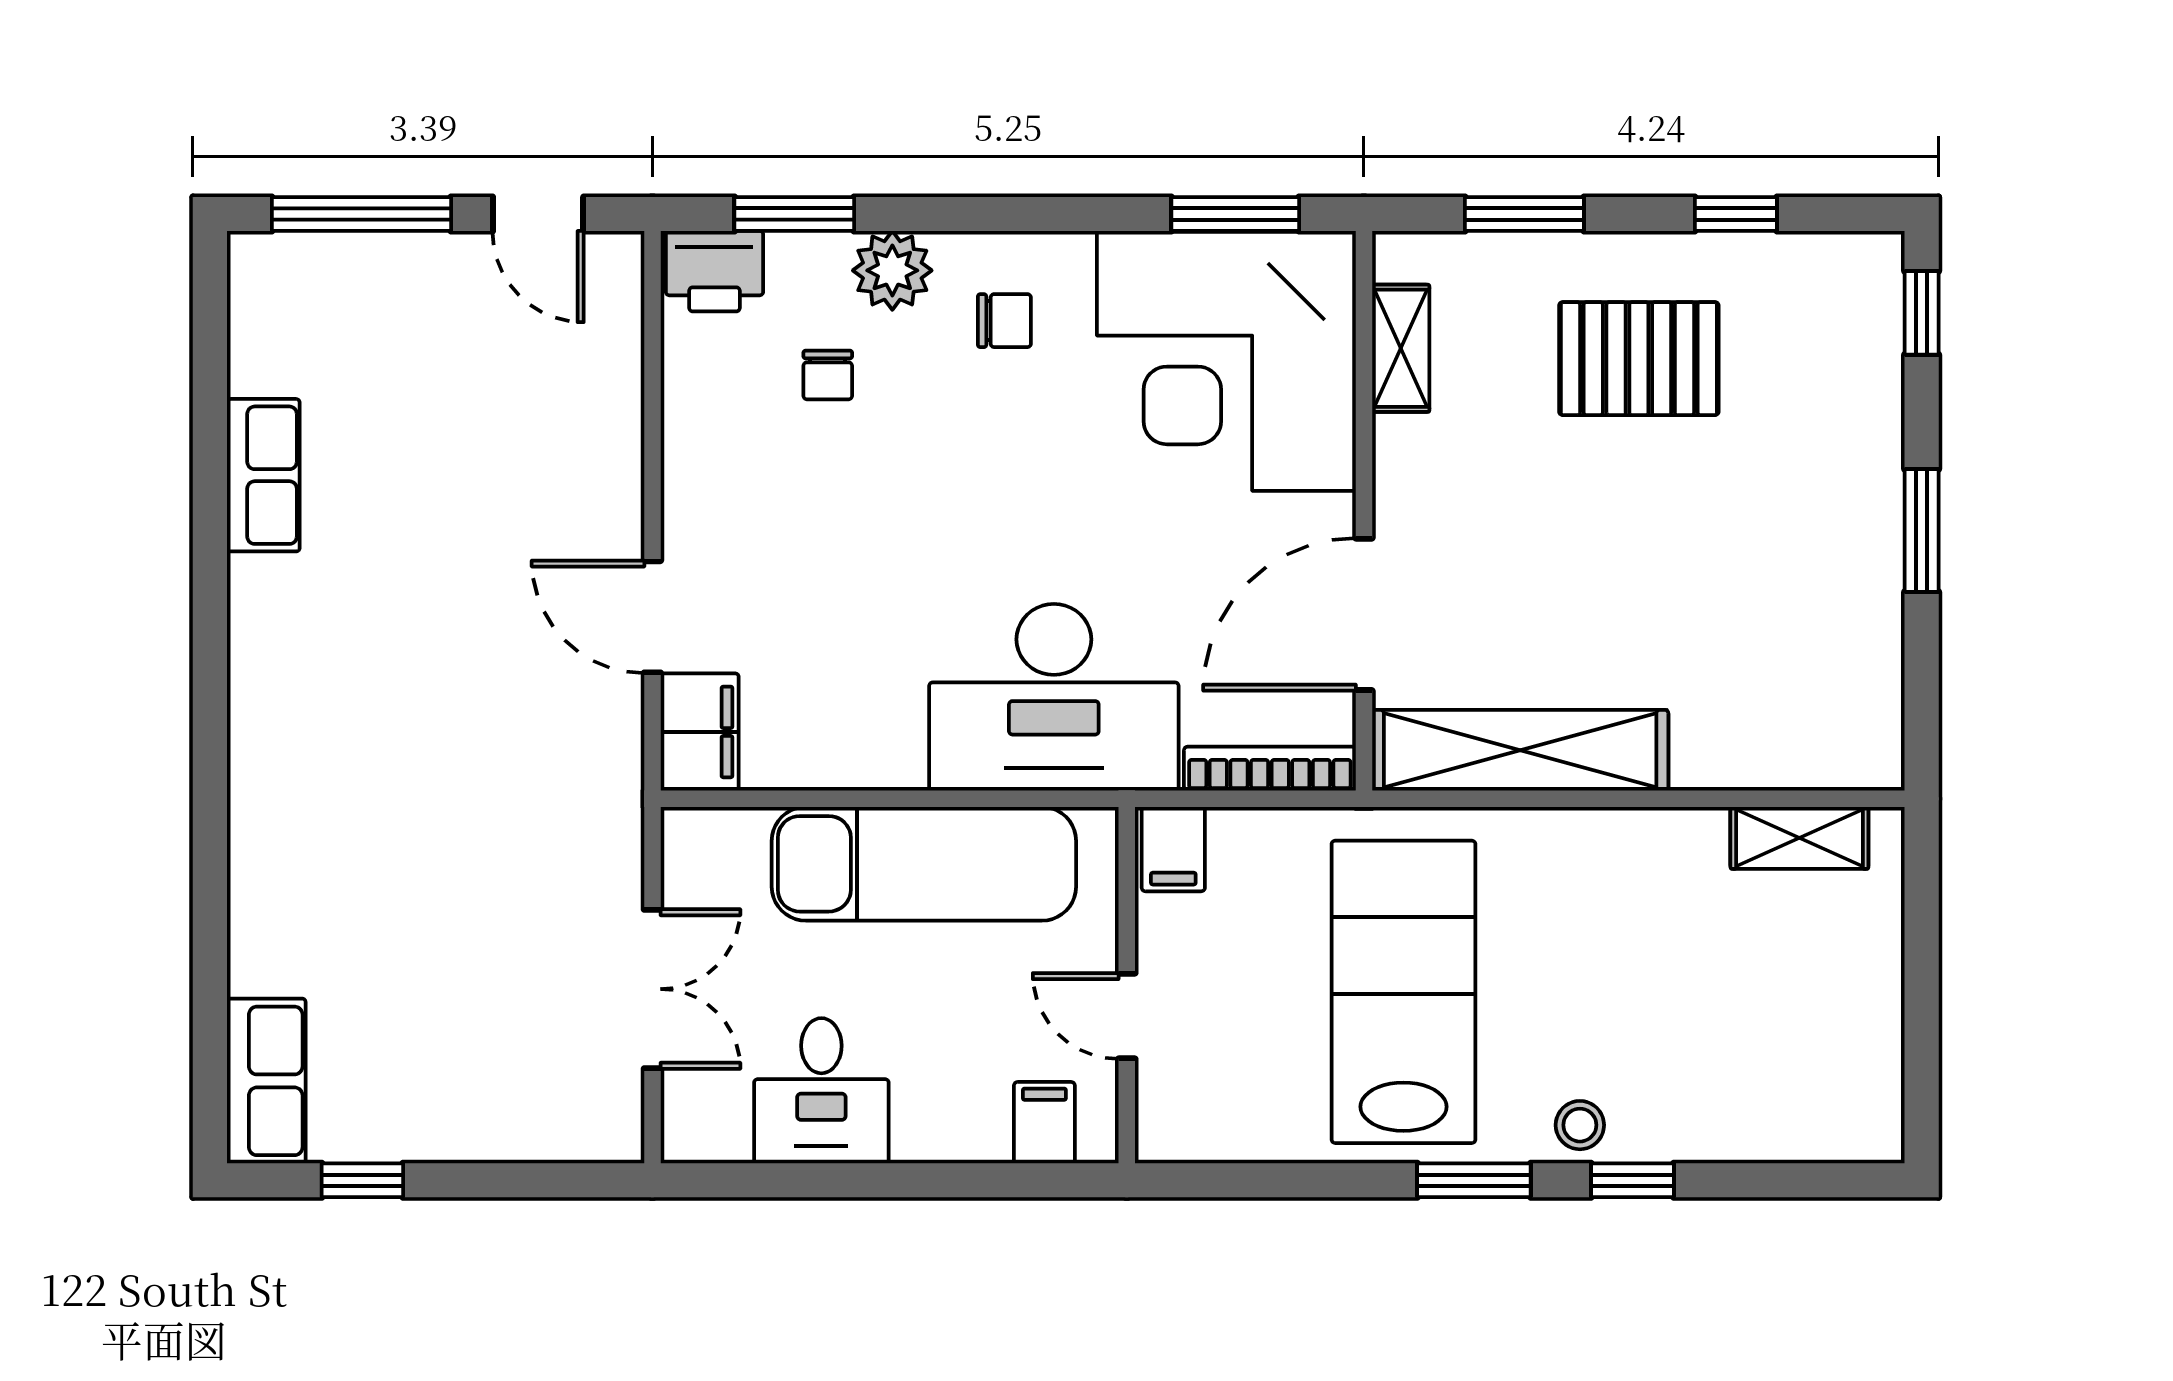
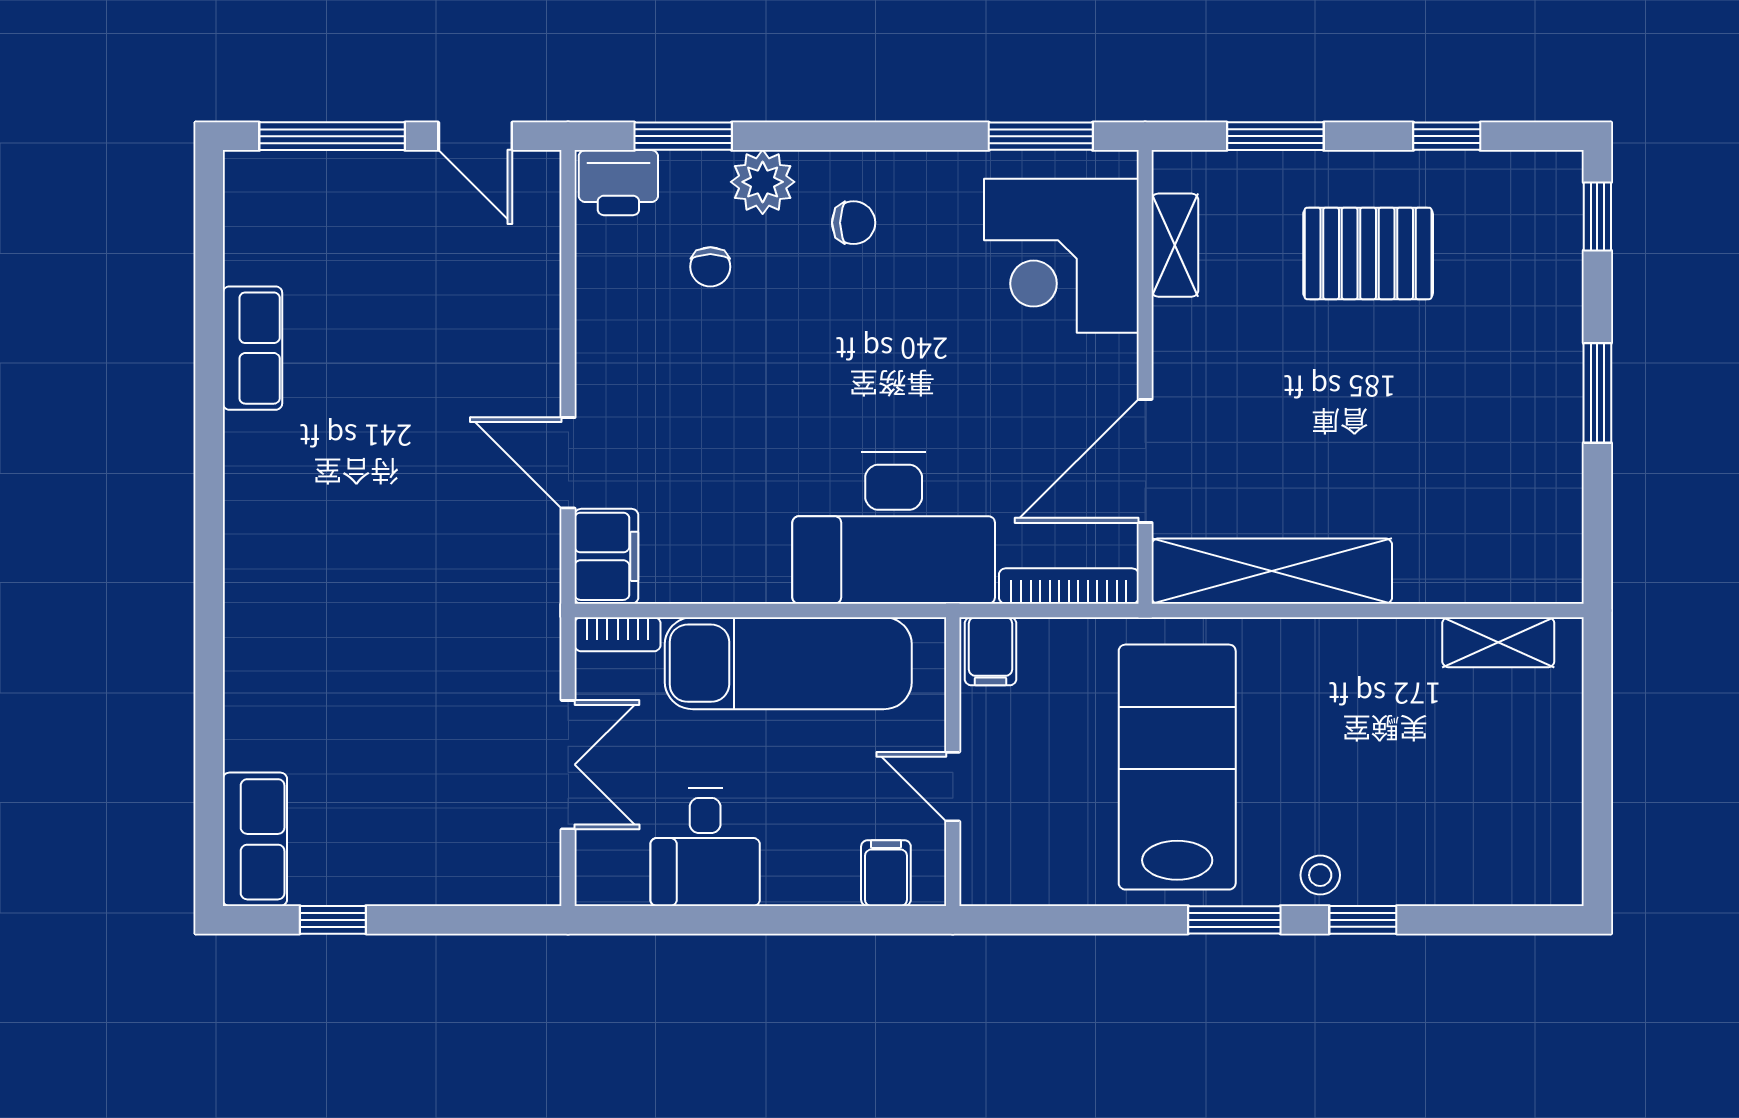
corner desk: (1226, 361) -> (1061, 256), width x0.74, depth x0.74
bookcase: (713, 828) -> (618, 634), added

